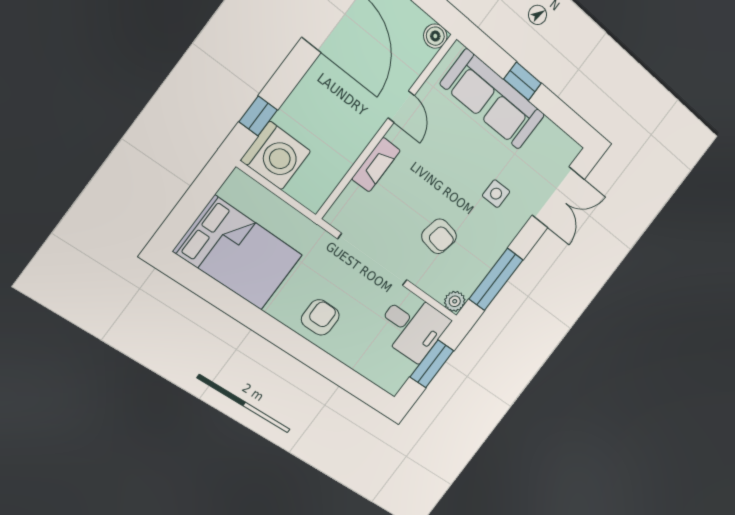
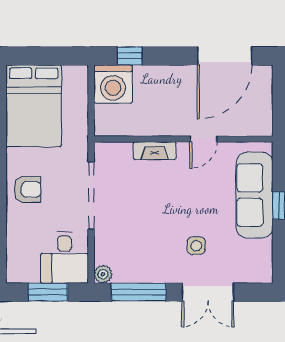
boiler: (435, 36) -> (263, 127), removed
double door: (558, 197) -> (208, 292), moved
armchair: (439, 236) -> (139, 228), removed

